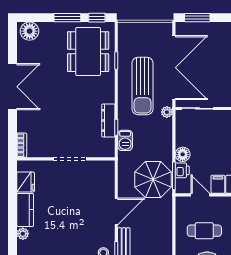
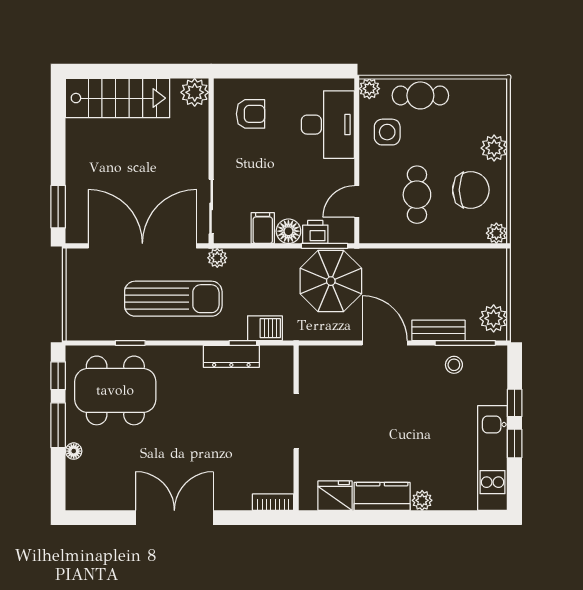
floor lamp: (30, 31) -> (74, 451), moved, width x0.53, depth x0.53
filing cabinet: (218, 184) -> (263, 228), moved, turned 90

